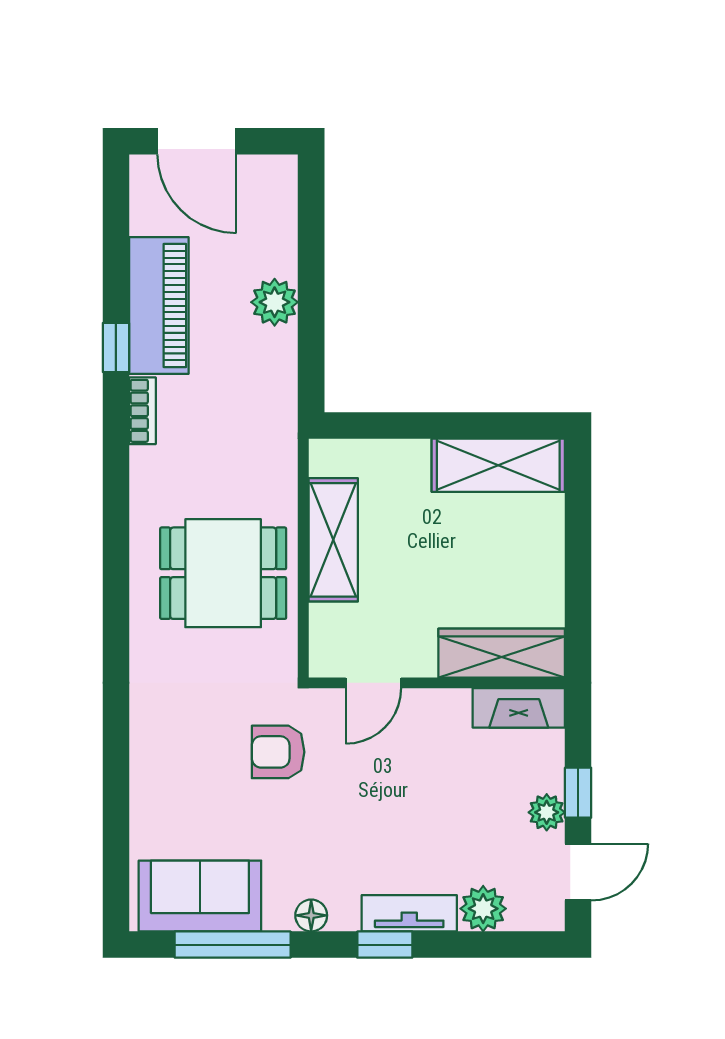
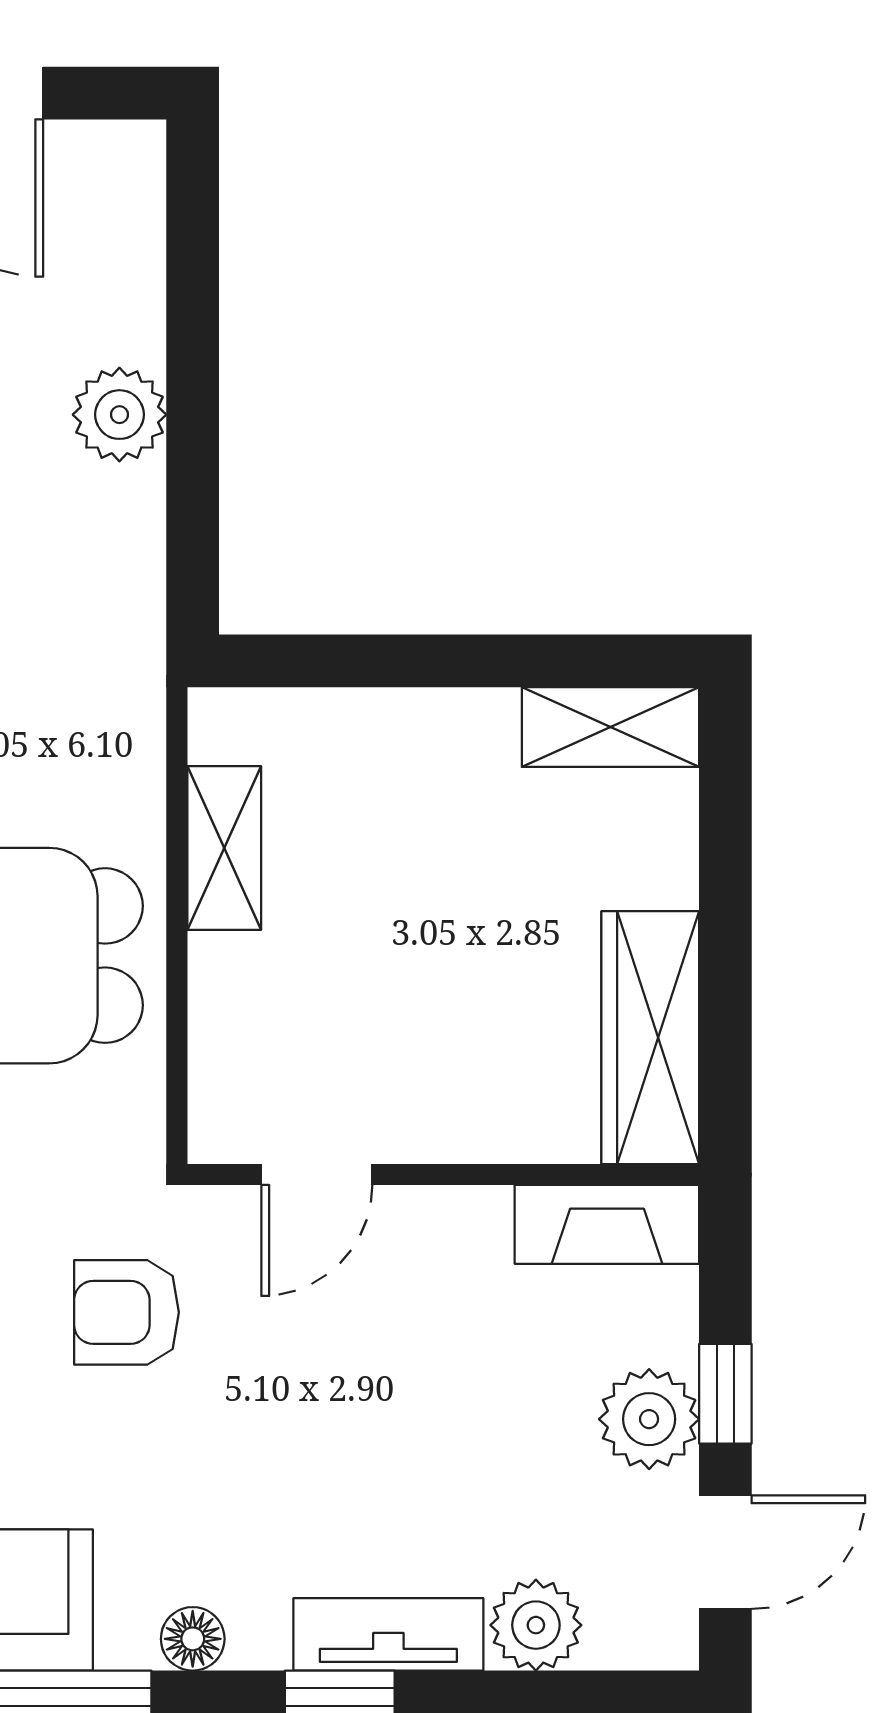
shelving: (498, 465) -> (610, 727), width x0.67, depth x0.75
shelving: (333, 540) -> (224, 848), width x0.67, depth x0.75
wardrobe: (502, 653) -> (650, 1038), moved, turned -90
plant: (547, 812) -> (649, 1419), width x1.38, depth x1.38

